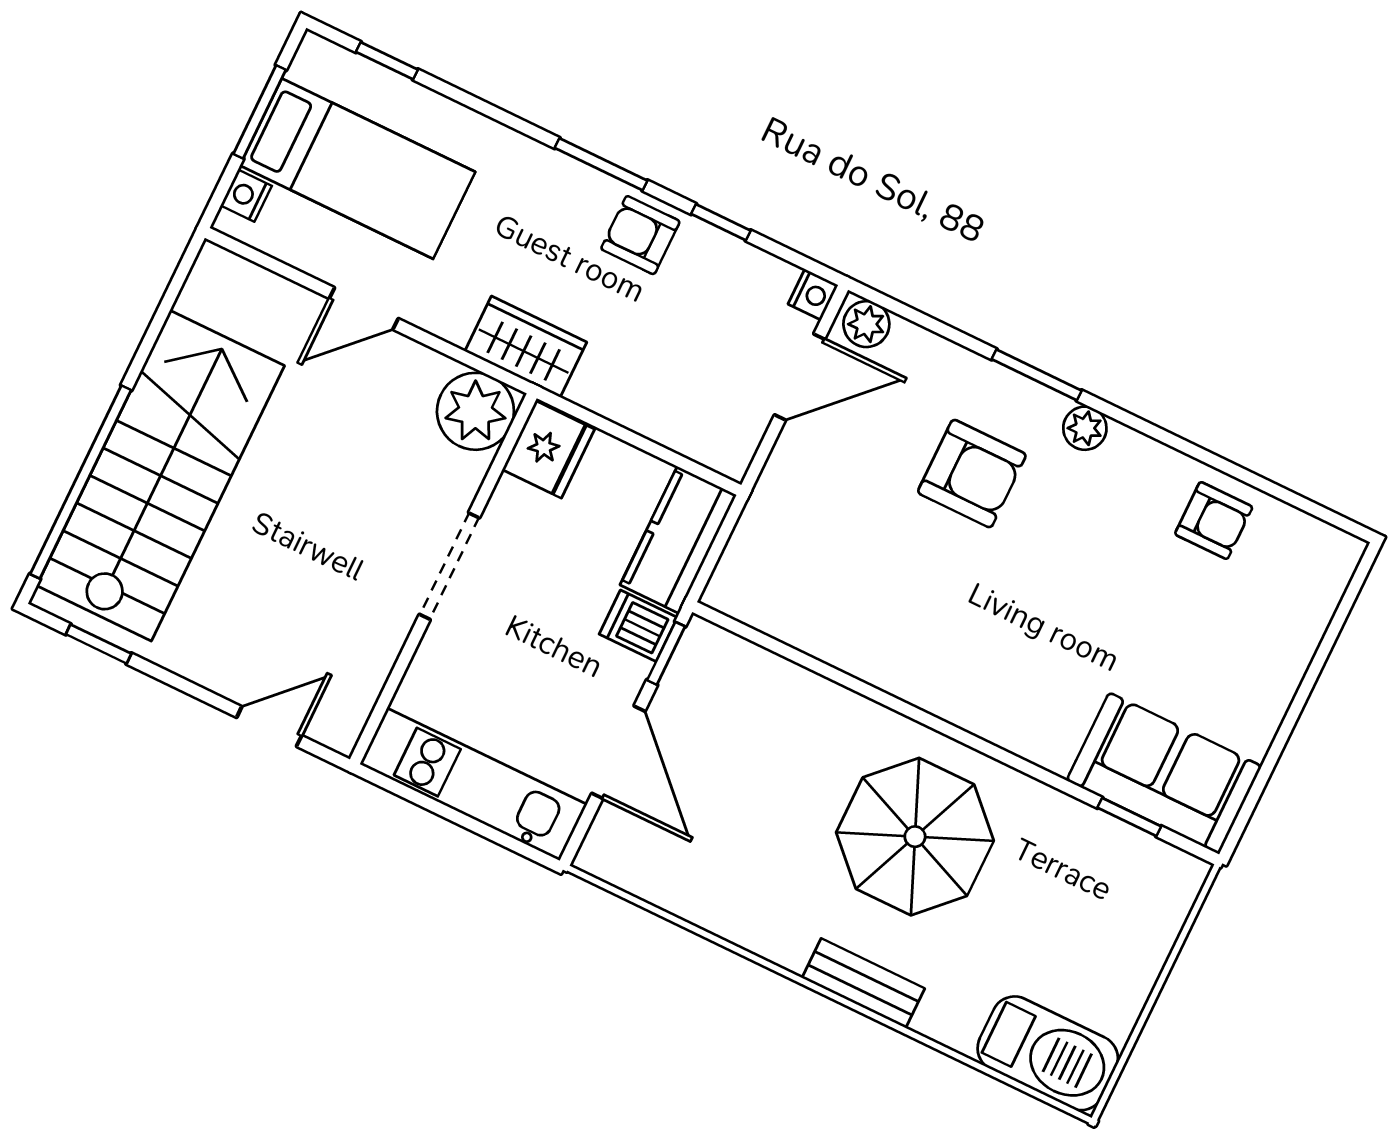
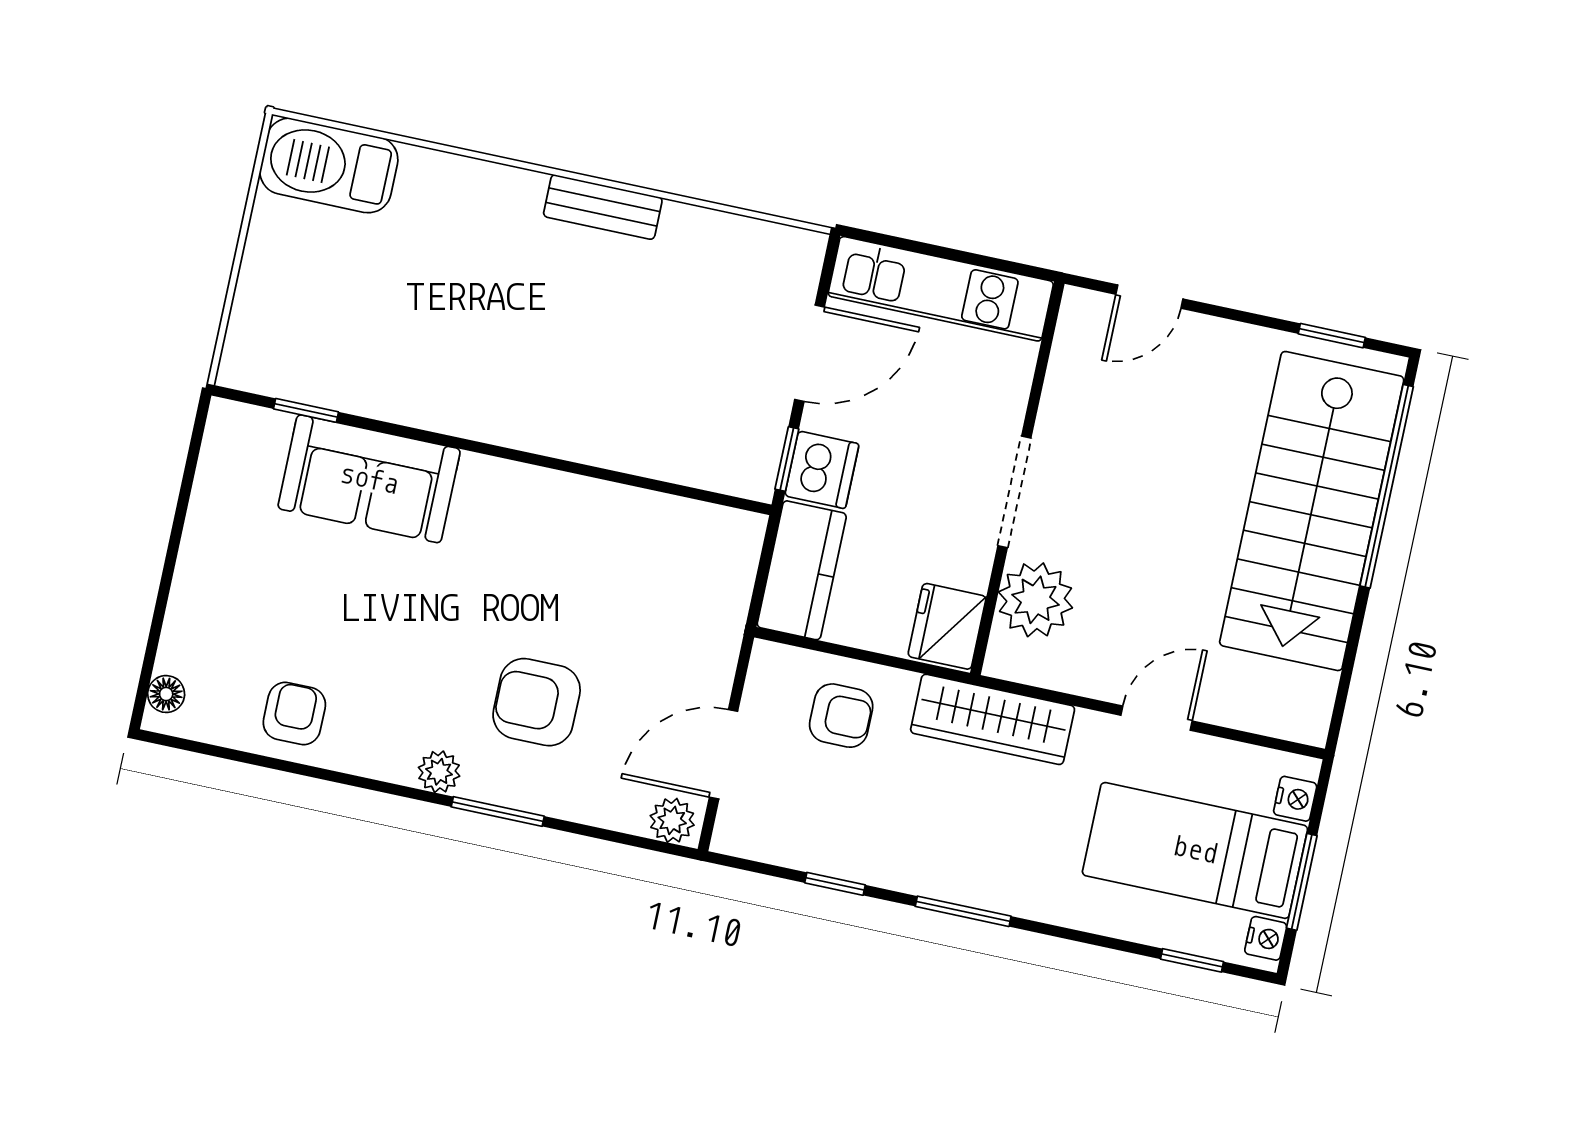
armchair: (640, 235) -> (841, 716), moved
nightstand: (813, 295) -> (1266, 938), moved, turned 180
wardrobe: (526, 347) -> (993, 719), width x1.50
plant: (475, 411) -> (1036, 600), moved
armchair: (1214, 521) -> (294, 714), turned 90
floor lamp: (1336, 571) -> (166, 694), added
dishwasher: (638, 626) -> (822, 470), width x1.38
door: (618, 752) -> (810, 353), swing flipped
sofa: (1164, 773) -> (369, 479), moved
parasol: (915, 837) -> (506, 342), removed
bench: (863, 983) -> (603, 207), moved

